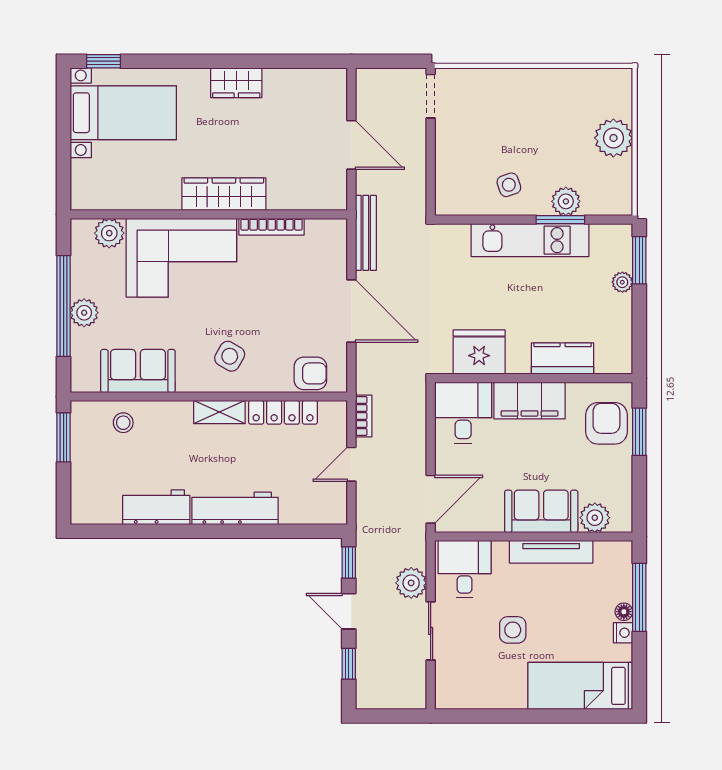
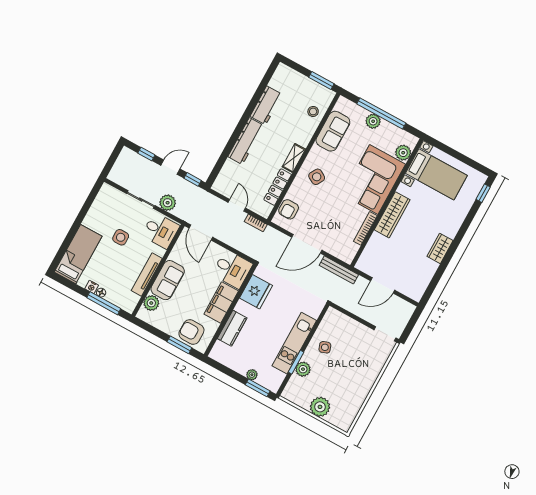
bed with nightstands: (123, 113) -> (436, 174), moved, turned -90
armchair: (606, 423) -> (191, 332), turned 180

